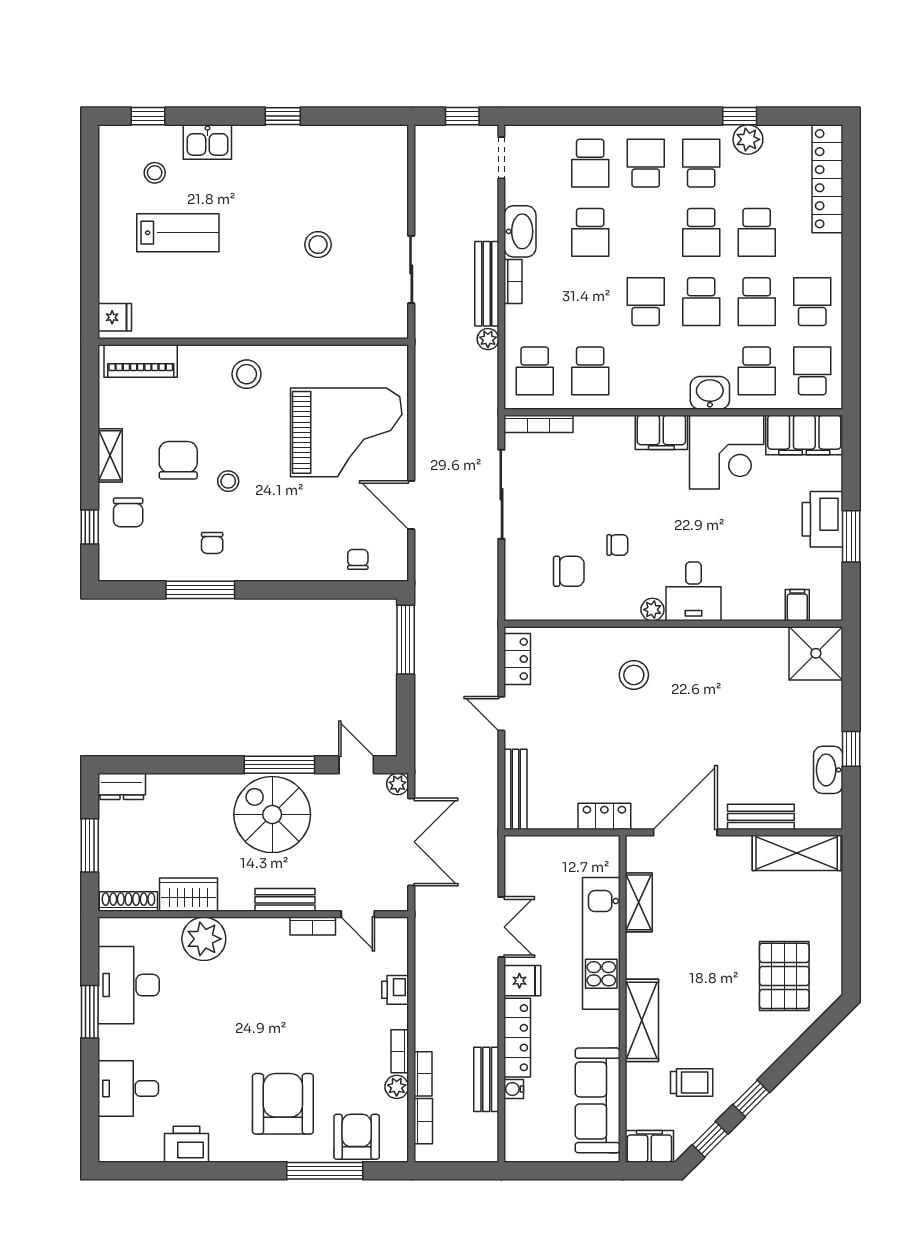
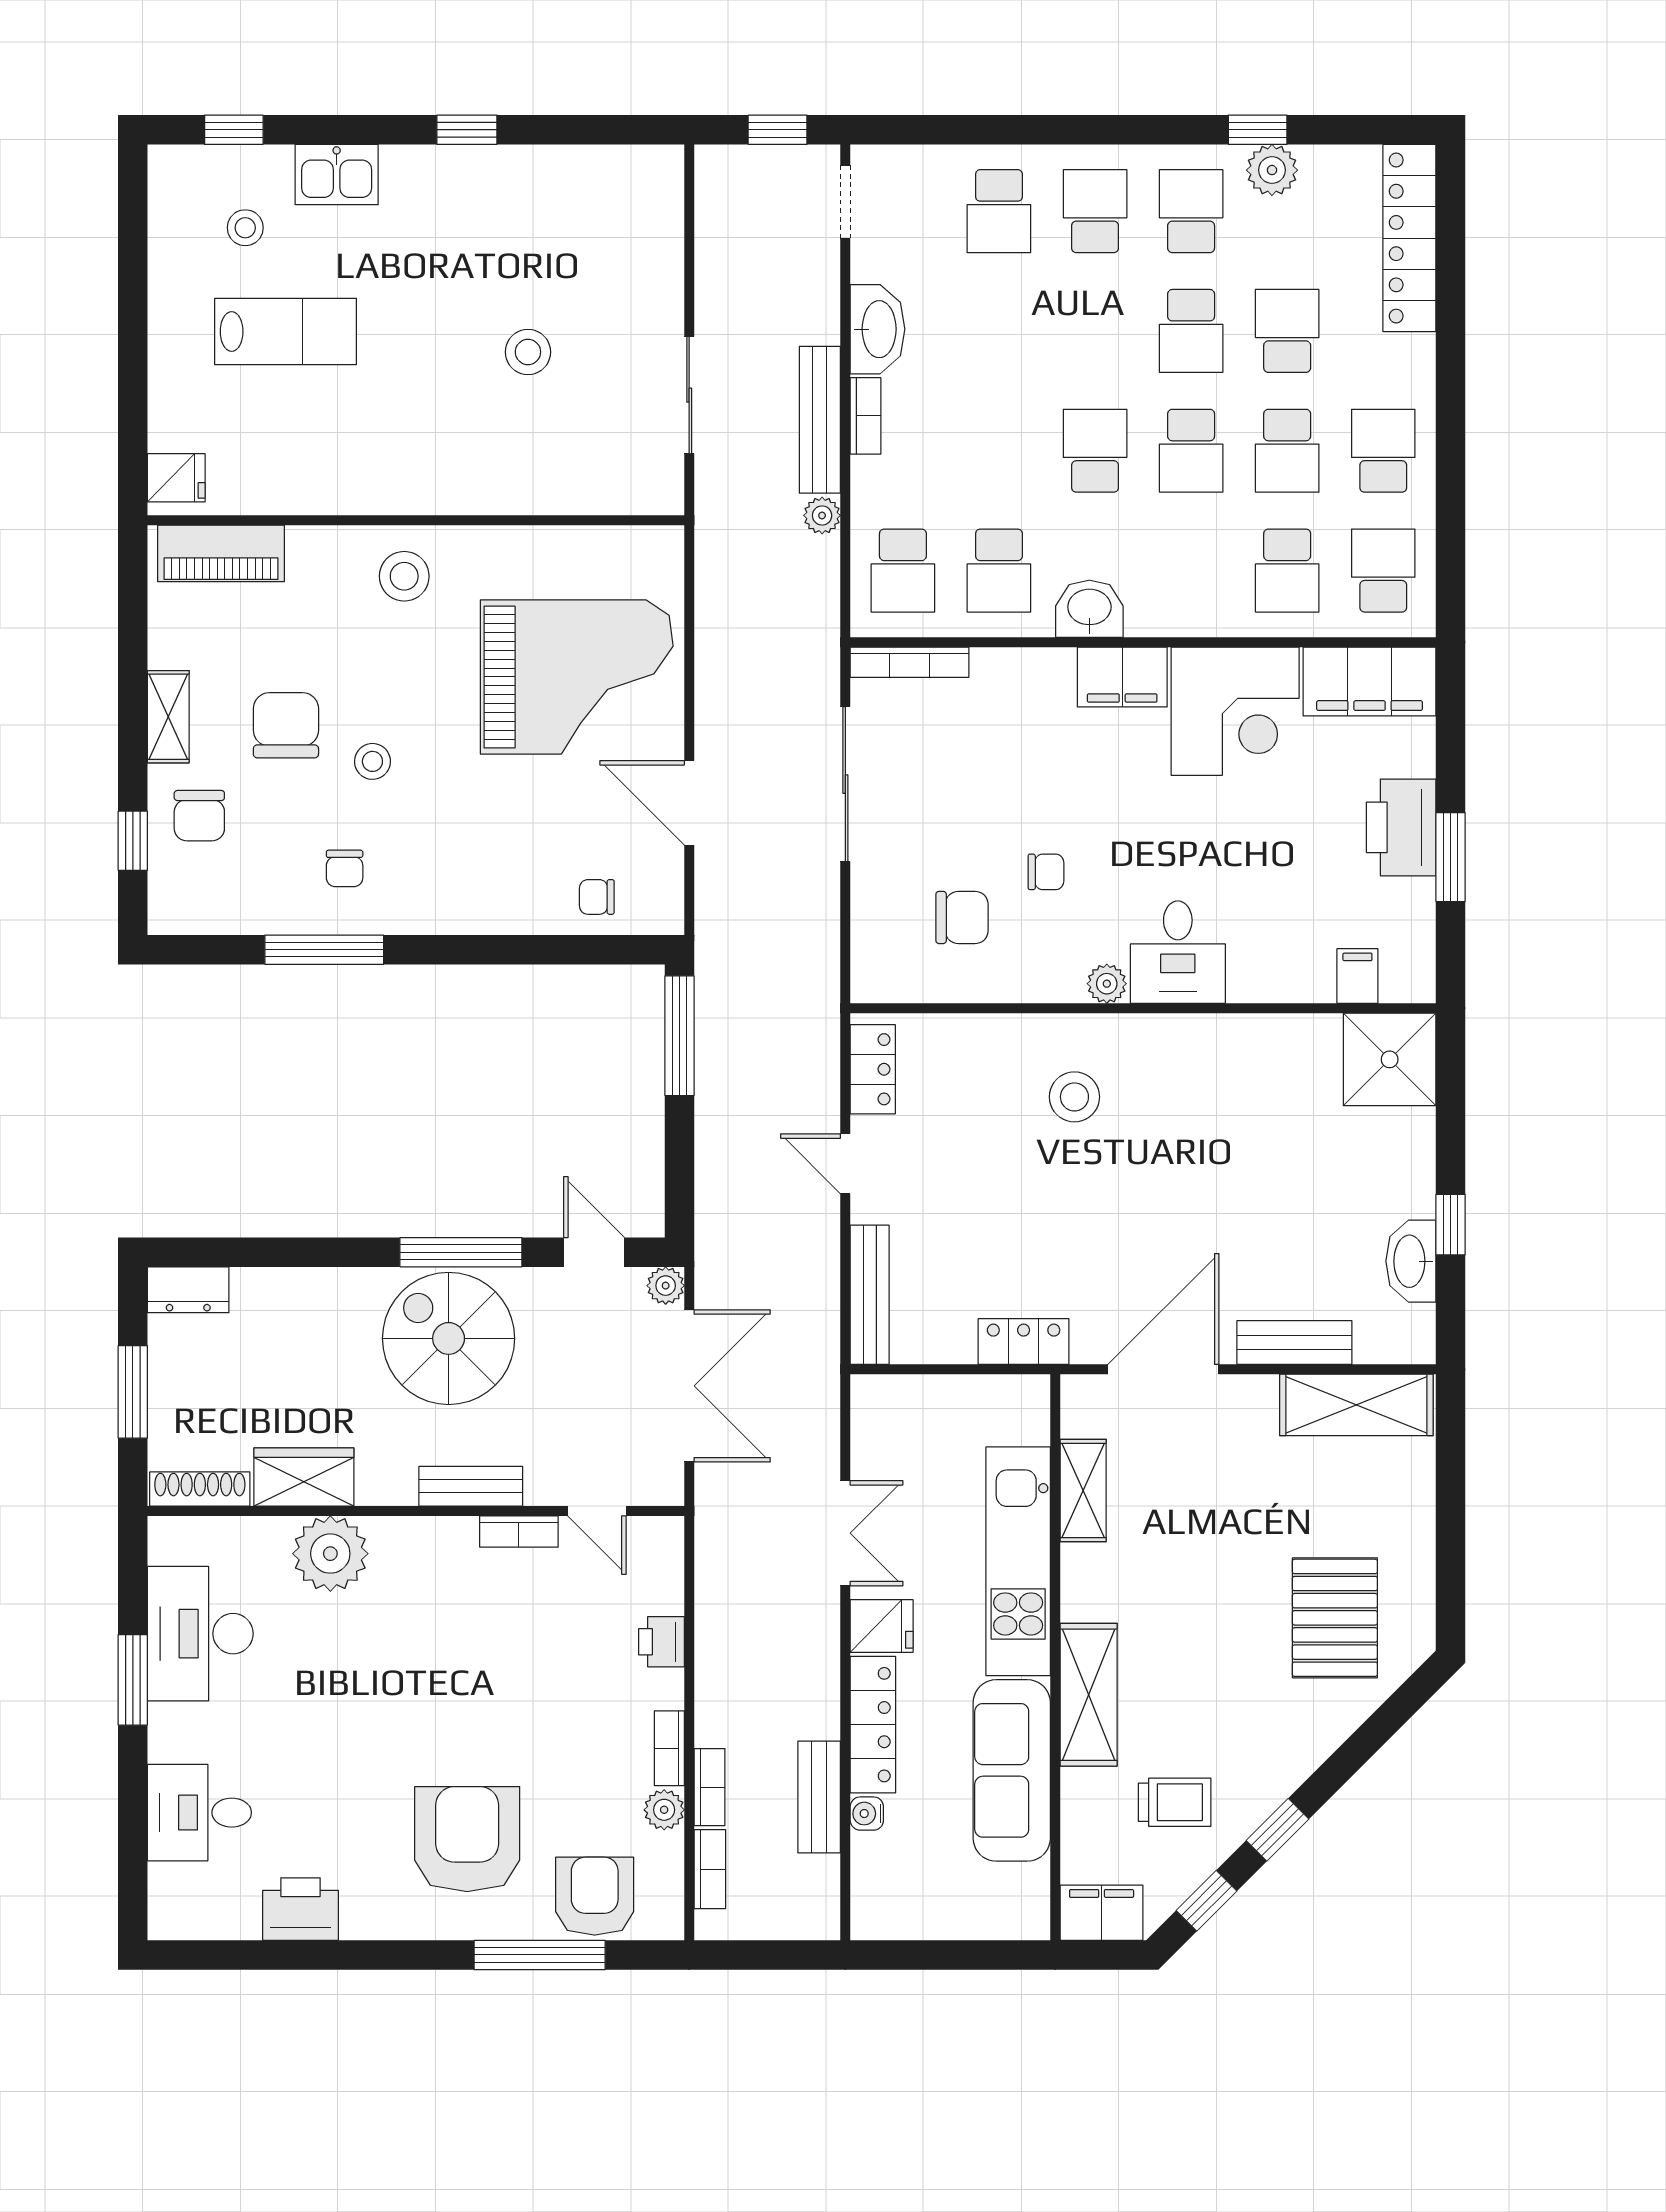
school desk: (590, 232) -> (999, 331), removed
school desk: (757, 232) -> (1287, 331), turned 180
washbasin: (710, 393) -> (1089, 609), moved
chair: (358, 559) -> (597, 897), turned -90
sofa: (598, 1100) -> (1012, 1770), moved

